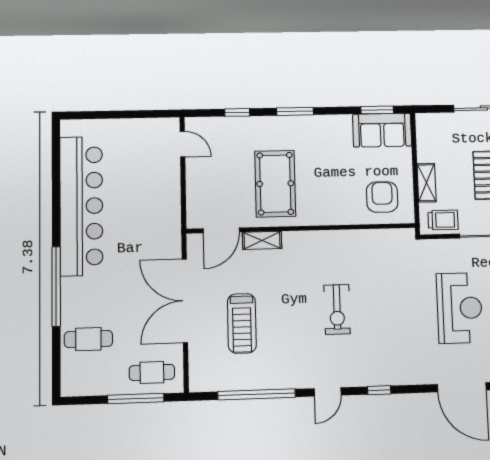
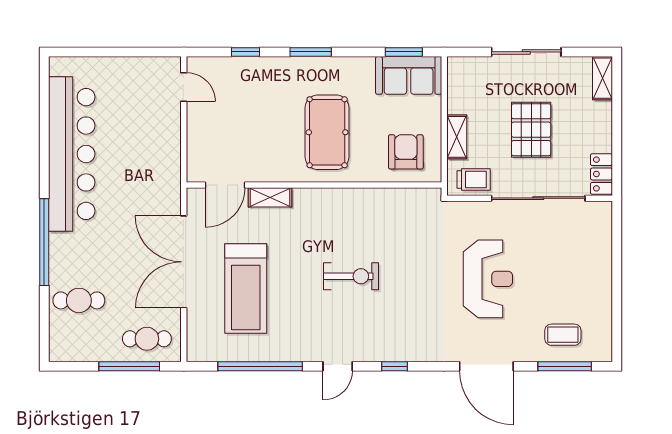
pool table: (275, 184) -> (327, 132), moved
exercise bike: (337, 309) -> (351, 276), turned -90
treadmill: (242, 323) -> (246, 289), width x1.37, depth x1.38

